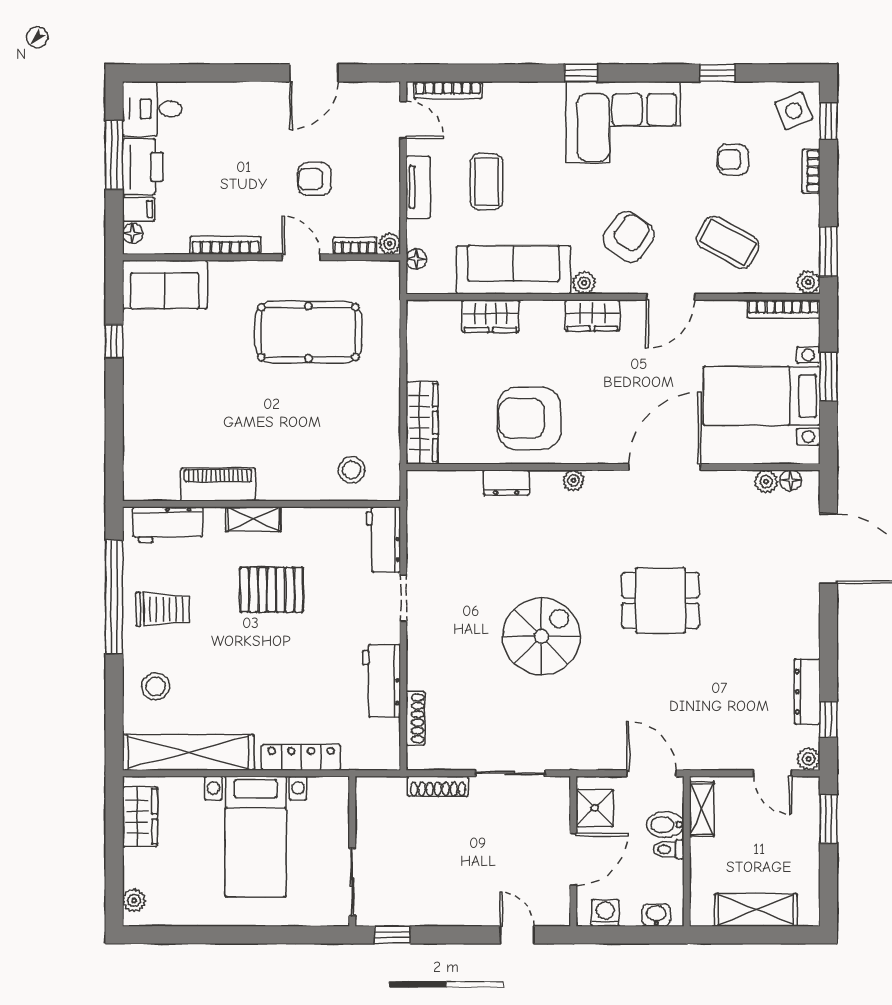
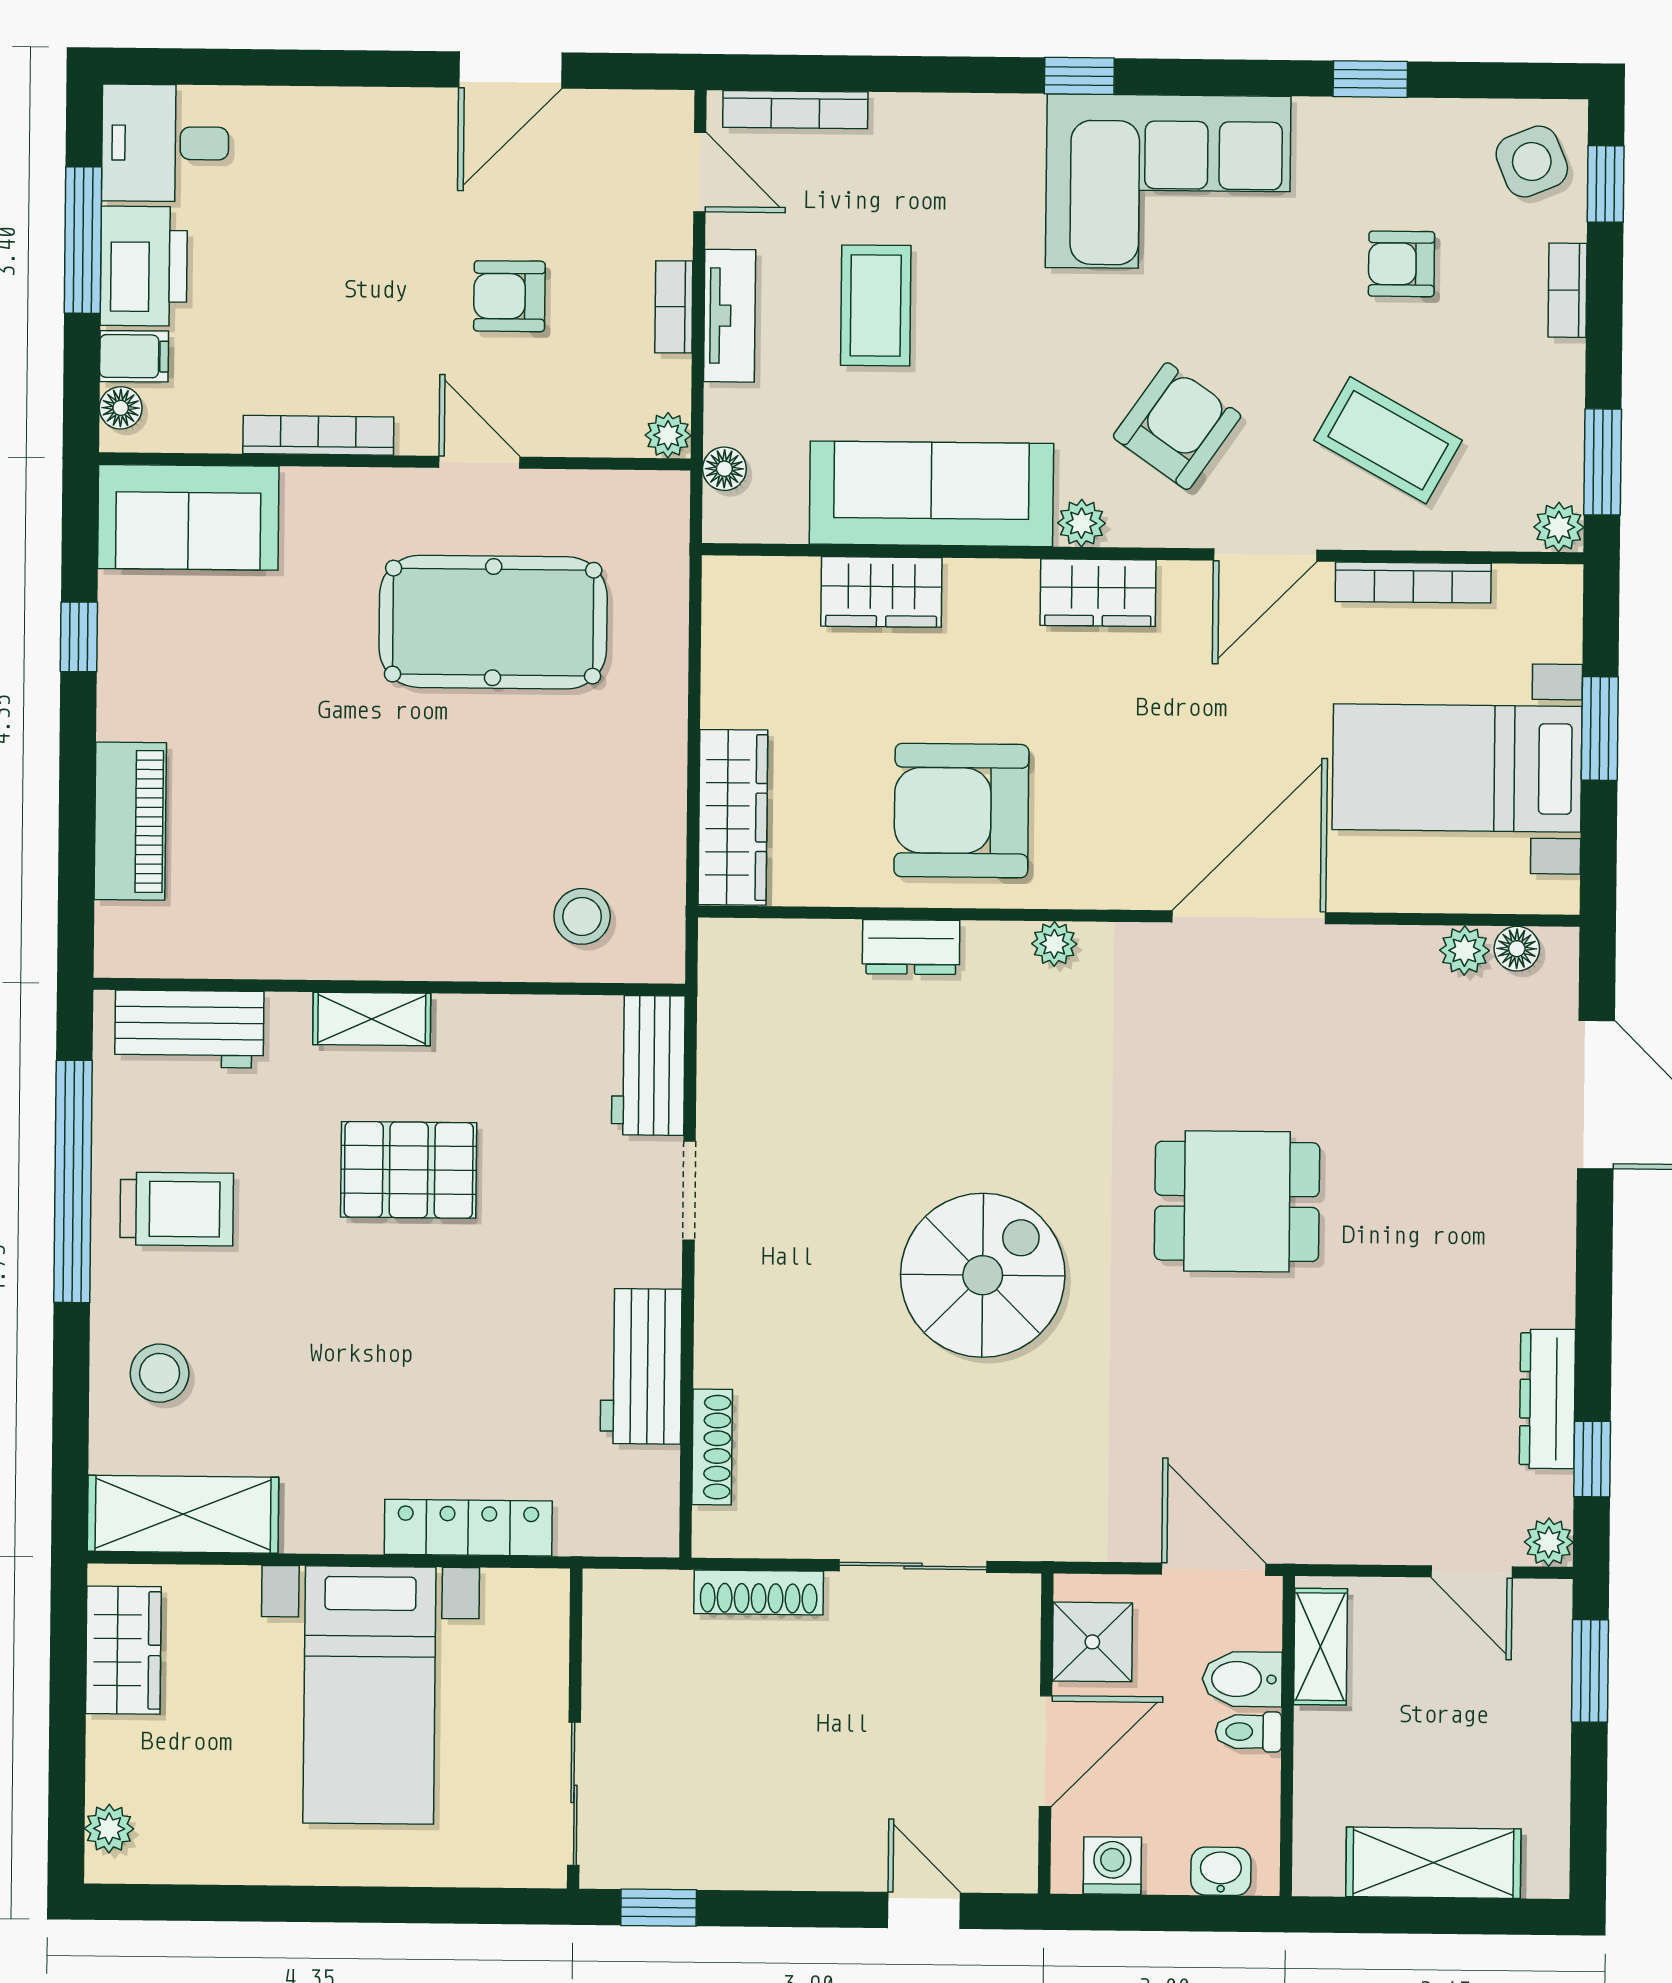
bookcase: (355, 246) -> (674, 307), moved, turned -90
bookcase: (783, 309) -> (1413, 583), moved
piano: (218, 484) -> (130, 821), moved, turned 90
shelving: (188, 752) -> (183, 1514), width x0.68

